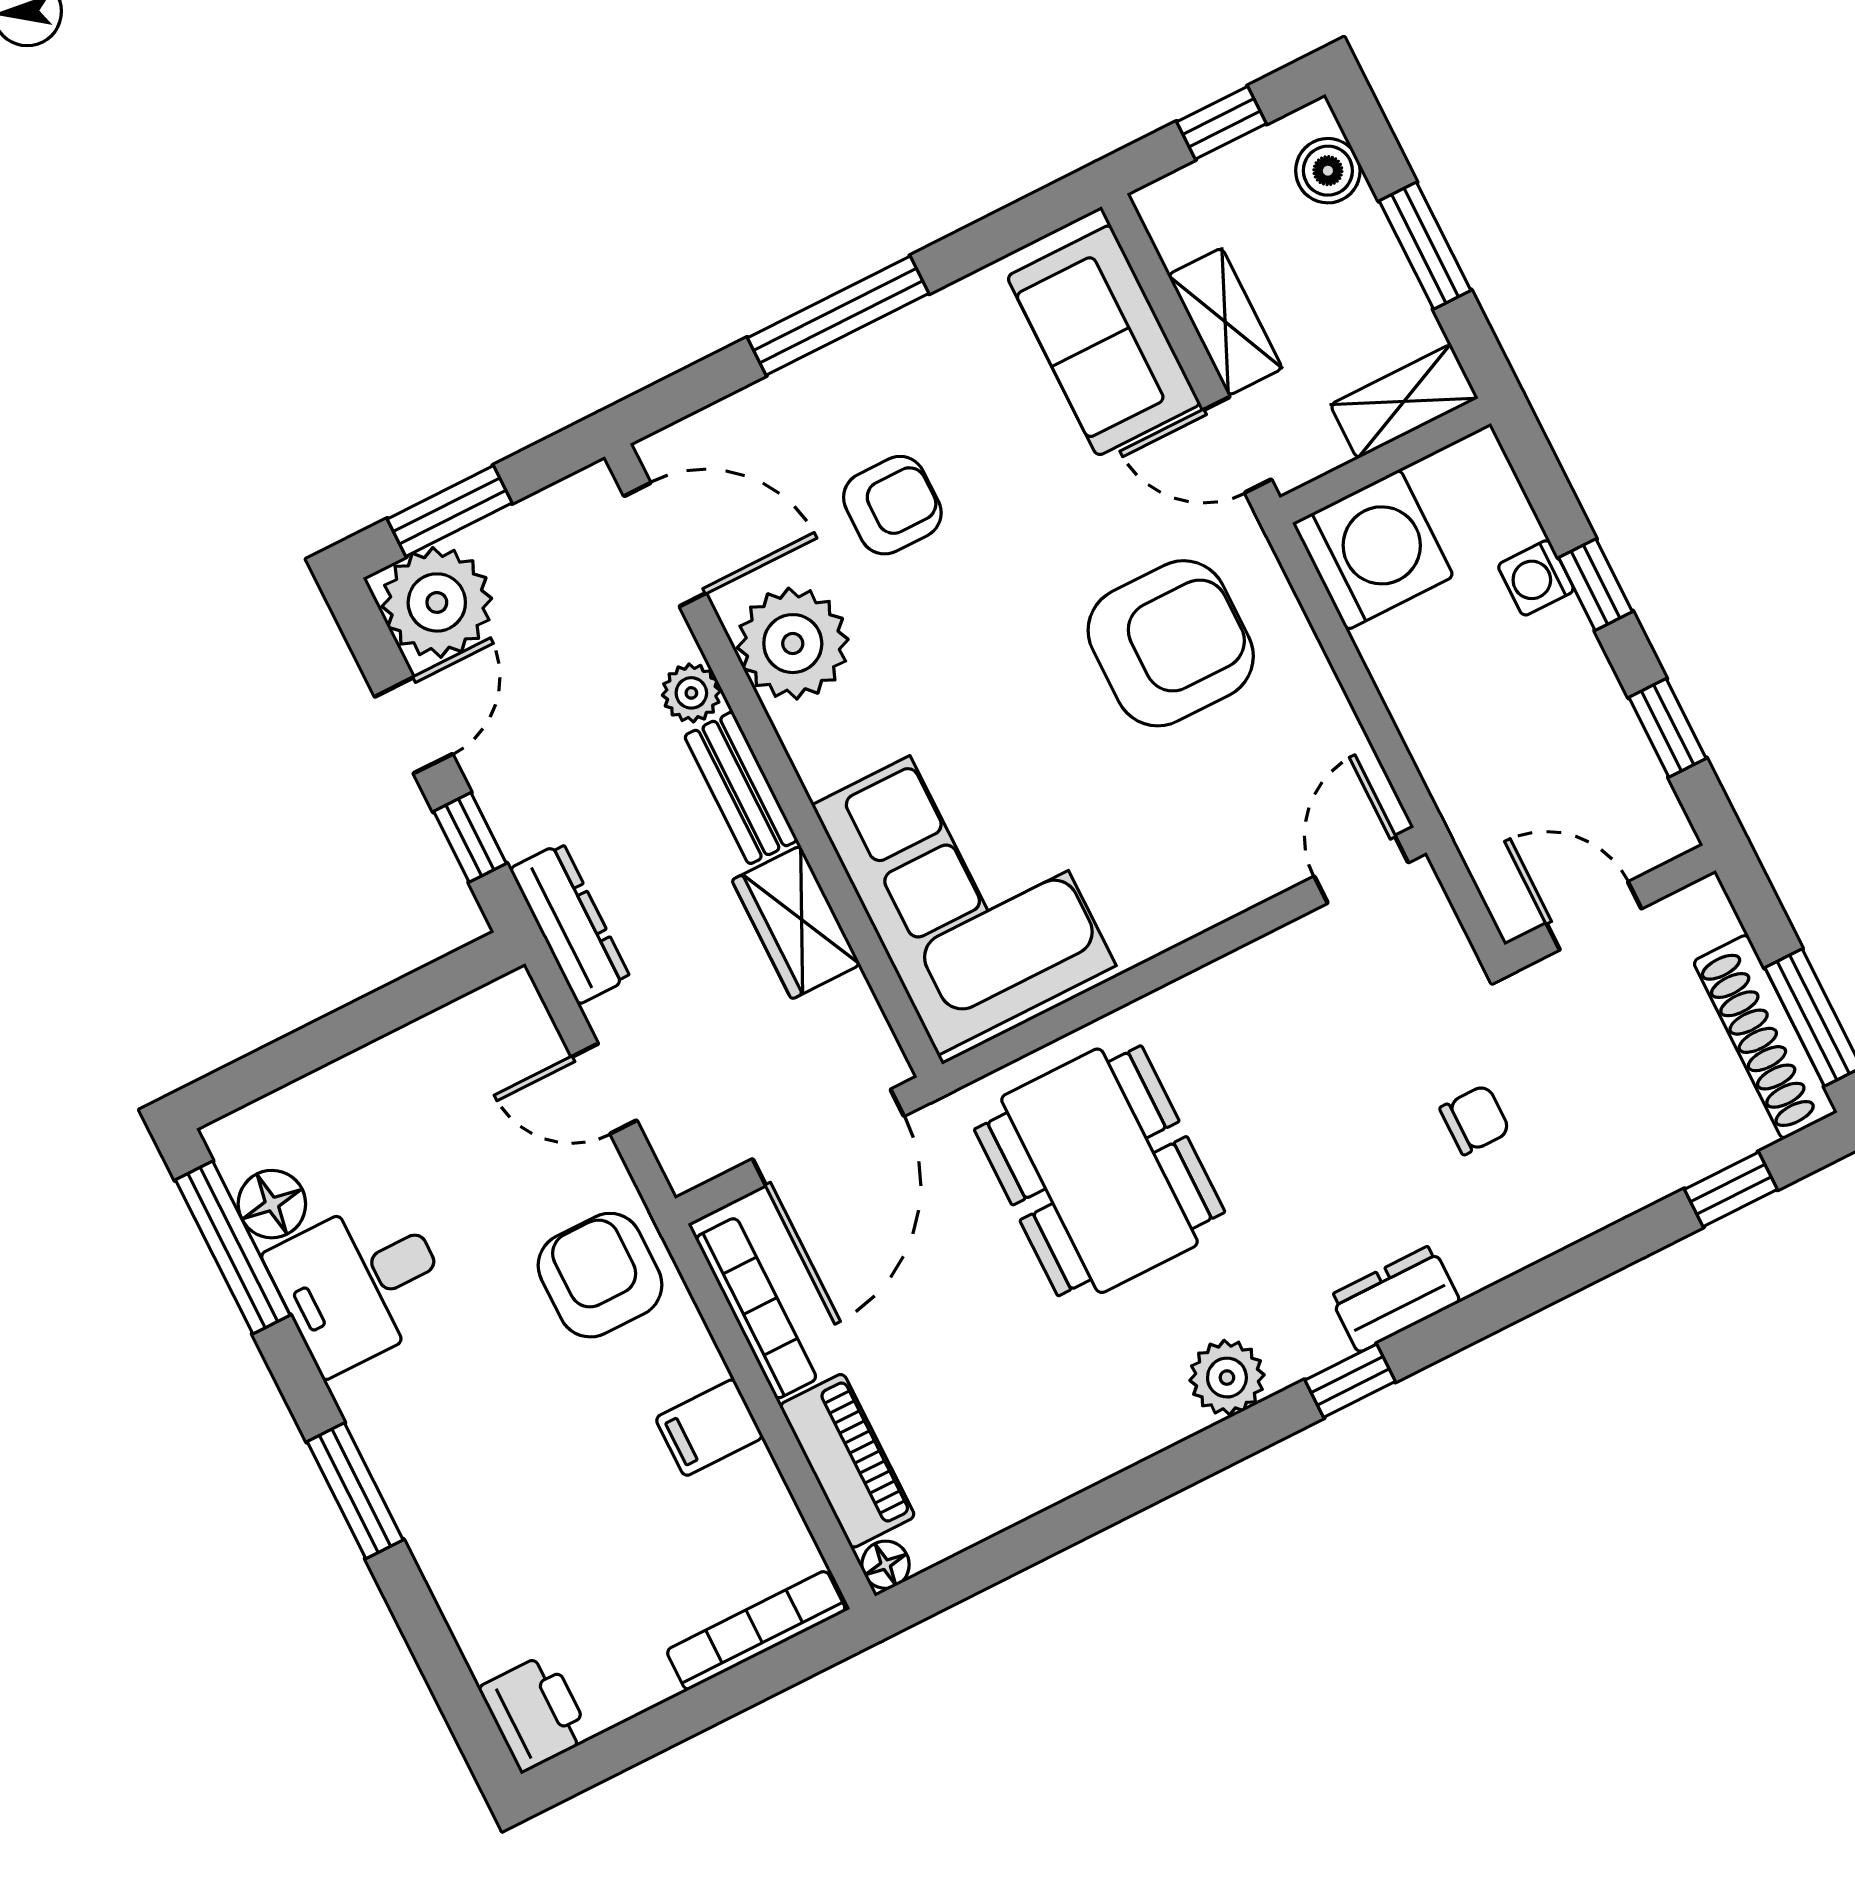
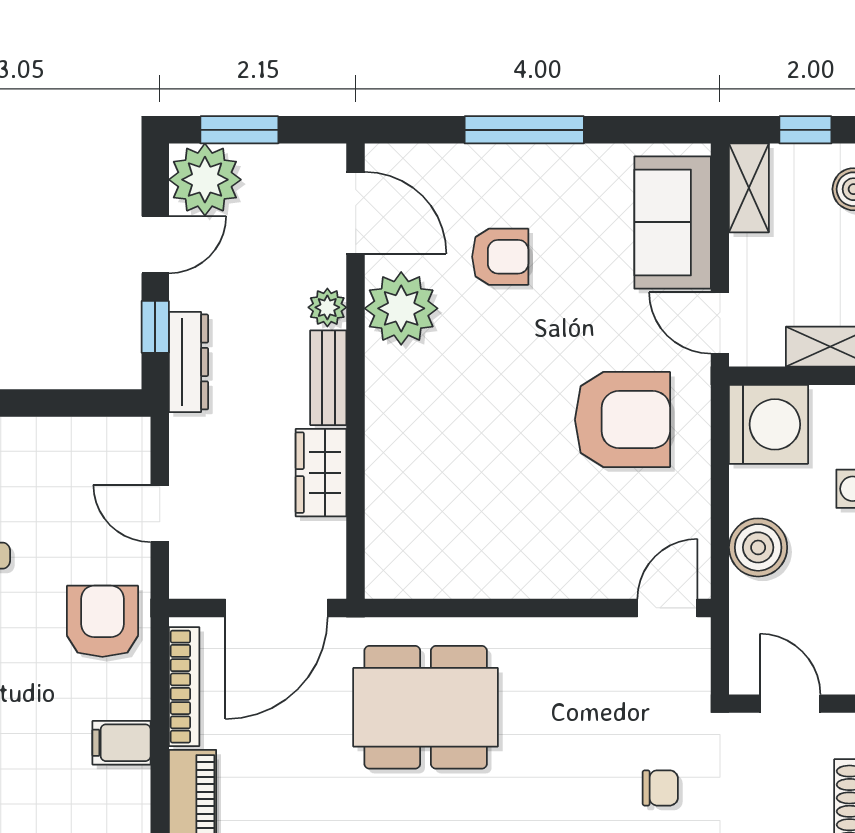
shelving: (1225, 322) -> (749, 188), moved
boiler: (1443, 725) -> (758, 547), added
corner sofa: (964, 885) -> (430, 500), removed
dresser: (570, 923) -> (188, 362), moved
dining table: (1100, 1171) -> (426, 707), turned 90

